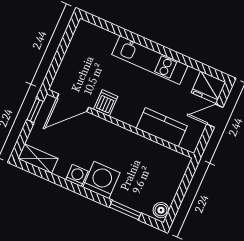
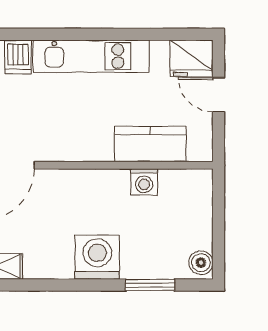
dishwasher: (106, 103) -> (18, 57), moved, turned 180
door: (215, 116) -> (219, 95), hinge flipped
washing machine: (77, 175) -> (144, 182), moved, turned 180

